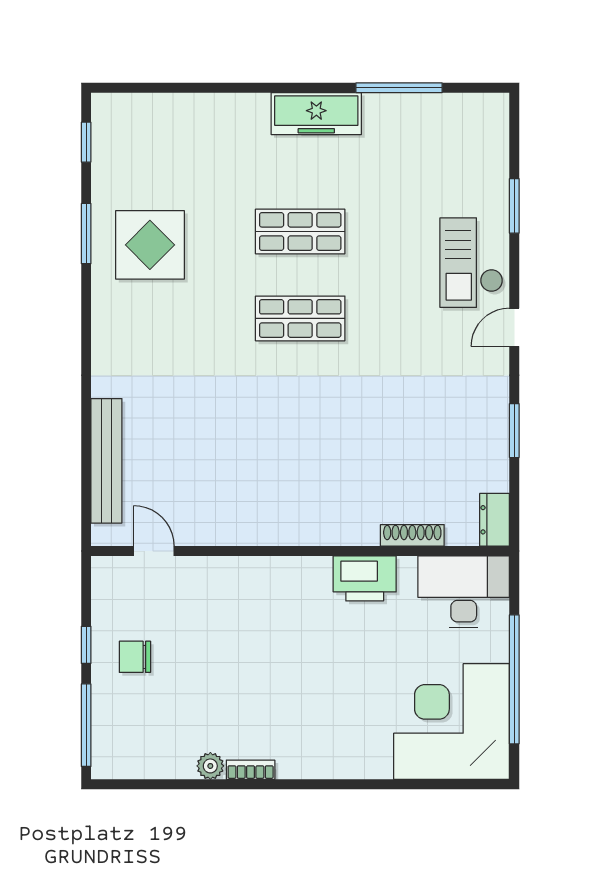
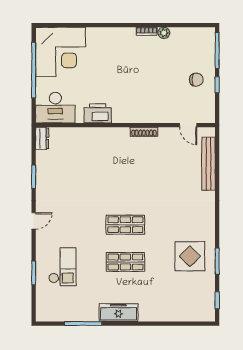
checkout: (471, 263) -> (62, 267), moved
shoe rack: (412, 535) -> (144, 132), moved

